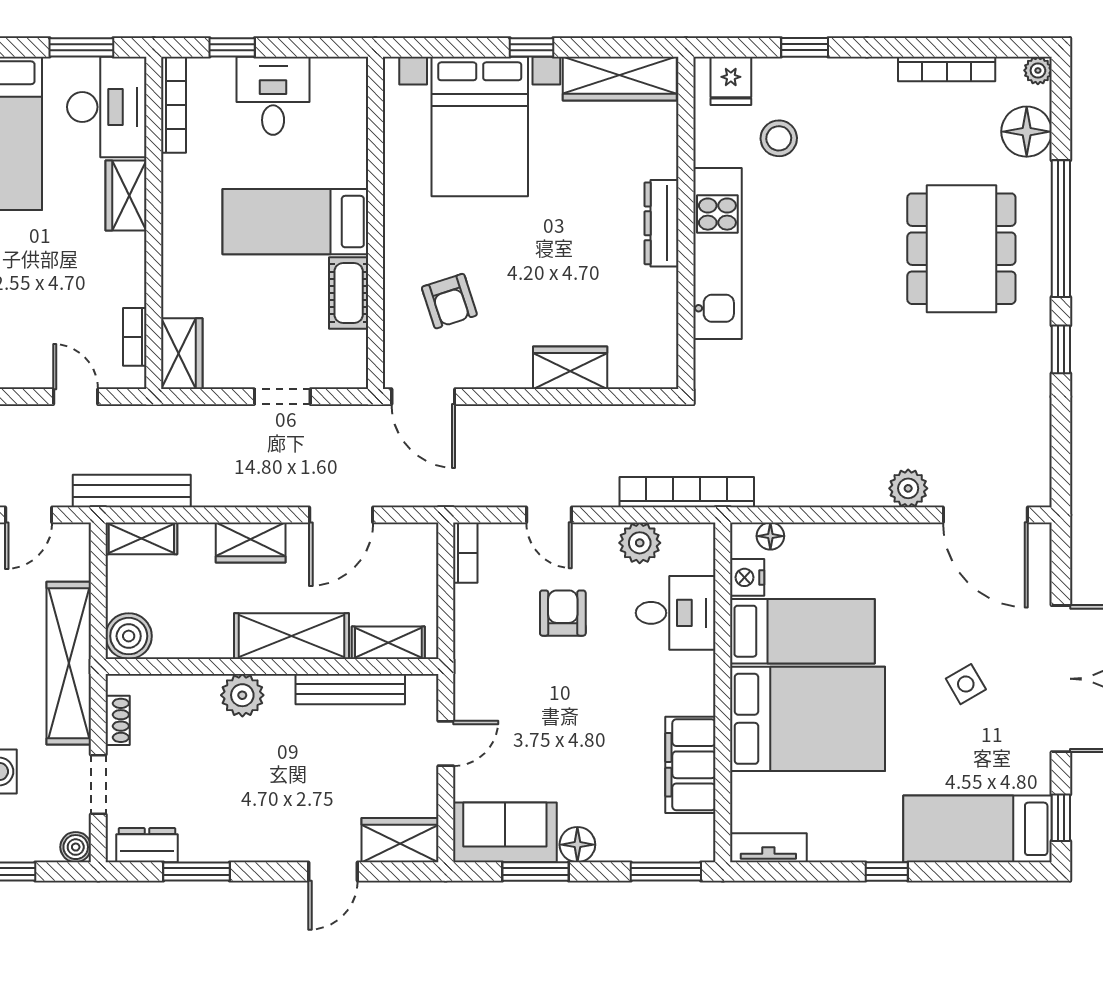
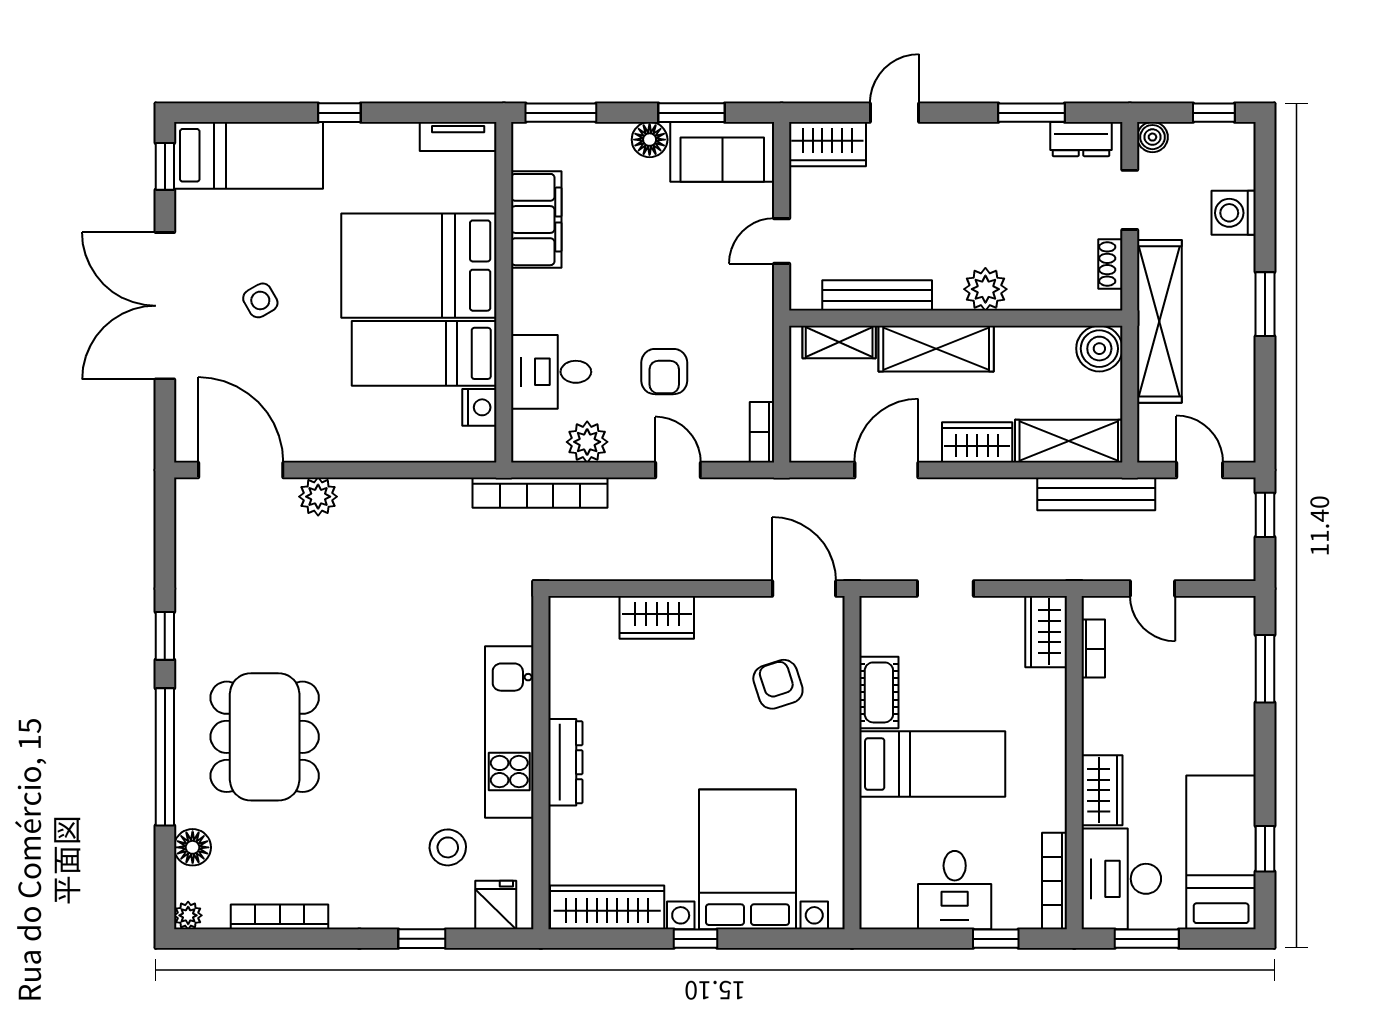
floor lamp: (1027, 132) -> (193, 847), width x0.73, depth x0.73
door: (29, 515) -> (1200, 470), hinge flipped
floor lamp: (770, 536) -> (456, 449), removed
shelving: (141, 538) -> (1069, 441), width x1.50, depth x1.33

